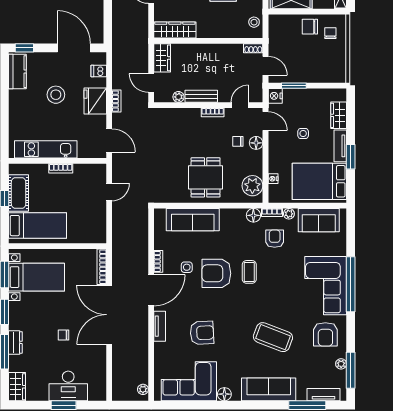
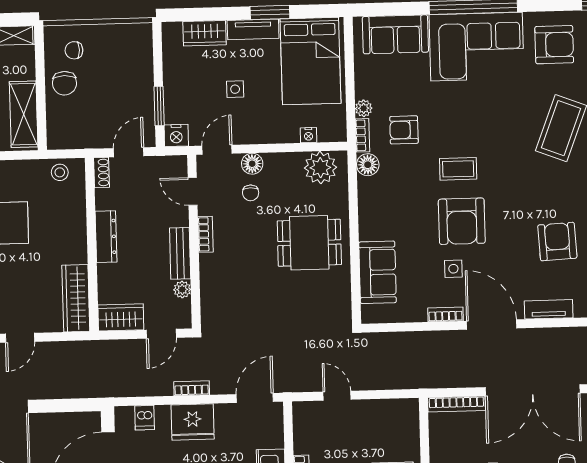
dresser: (213, 50) -> (106, 237), added
sofa: (193, 220) -> (378, 272), width x0.73
sofa: (319, 220) -> (395, 34), moved, turned 90

